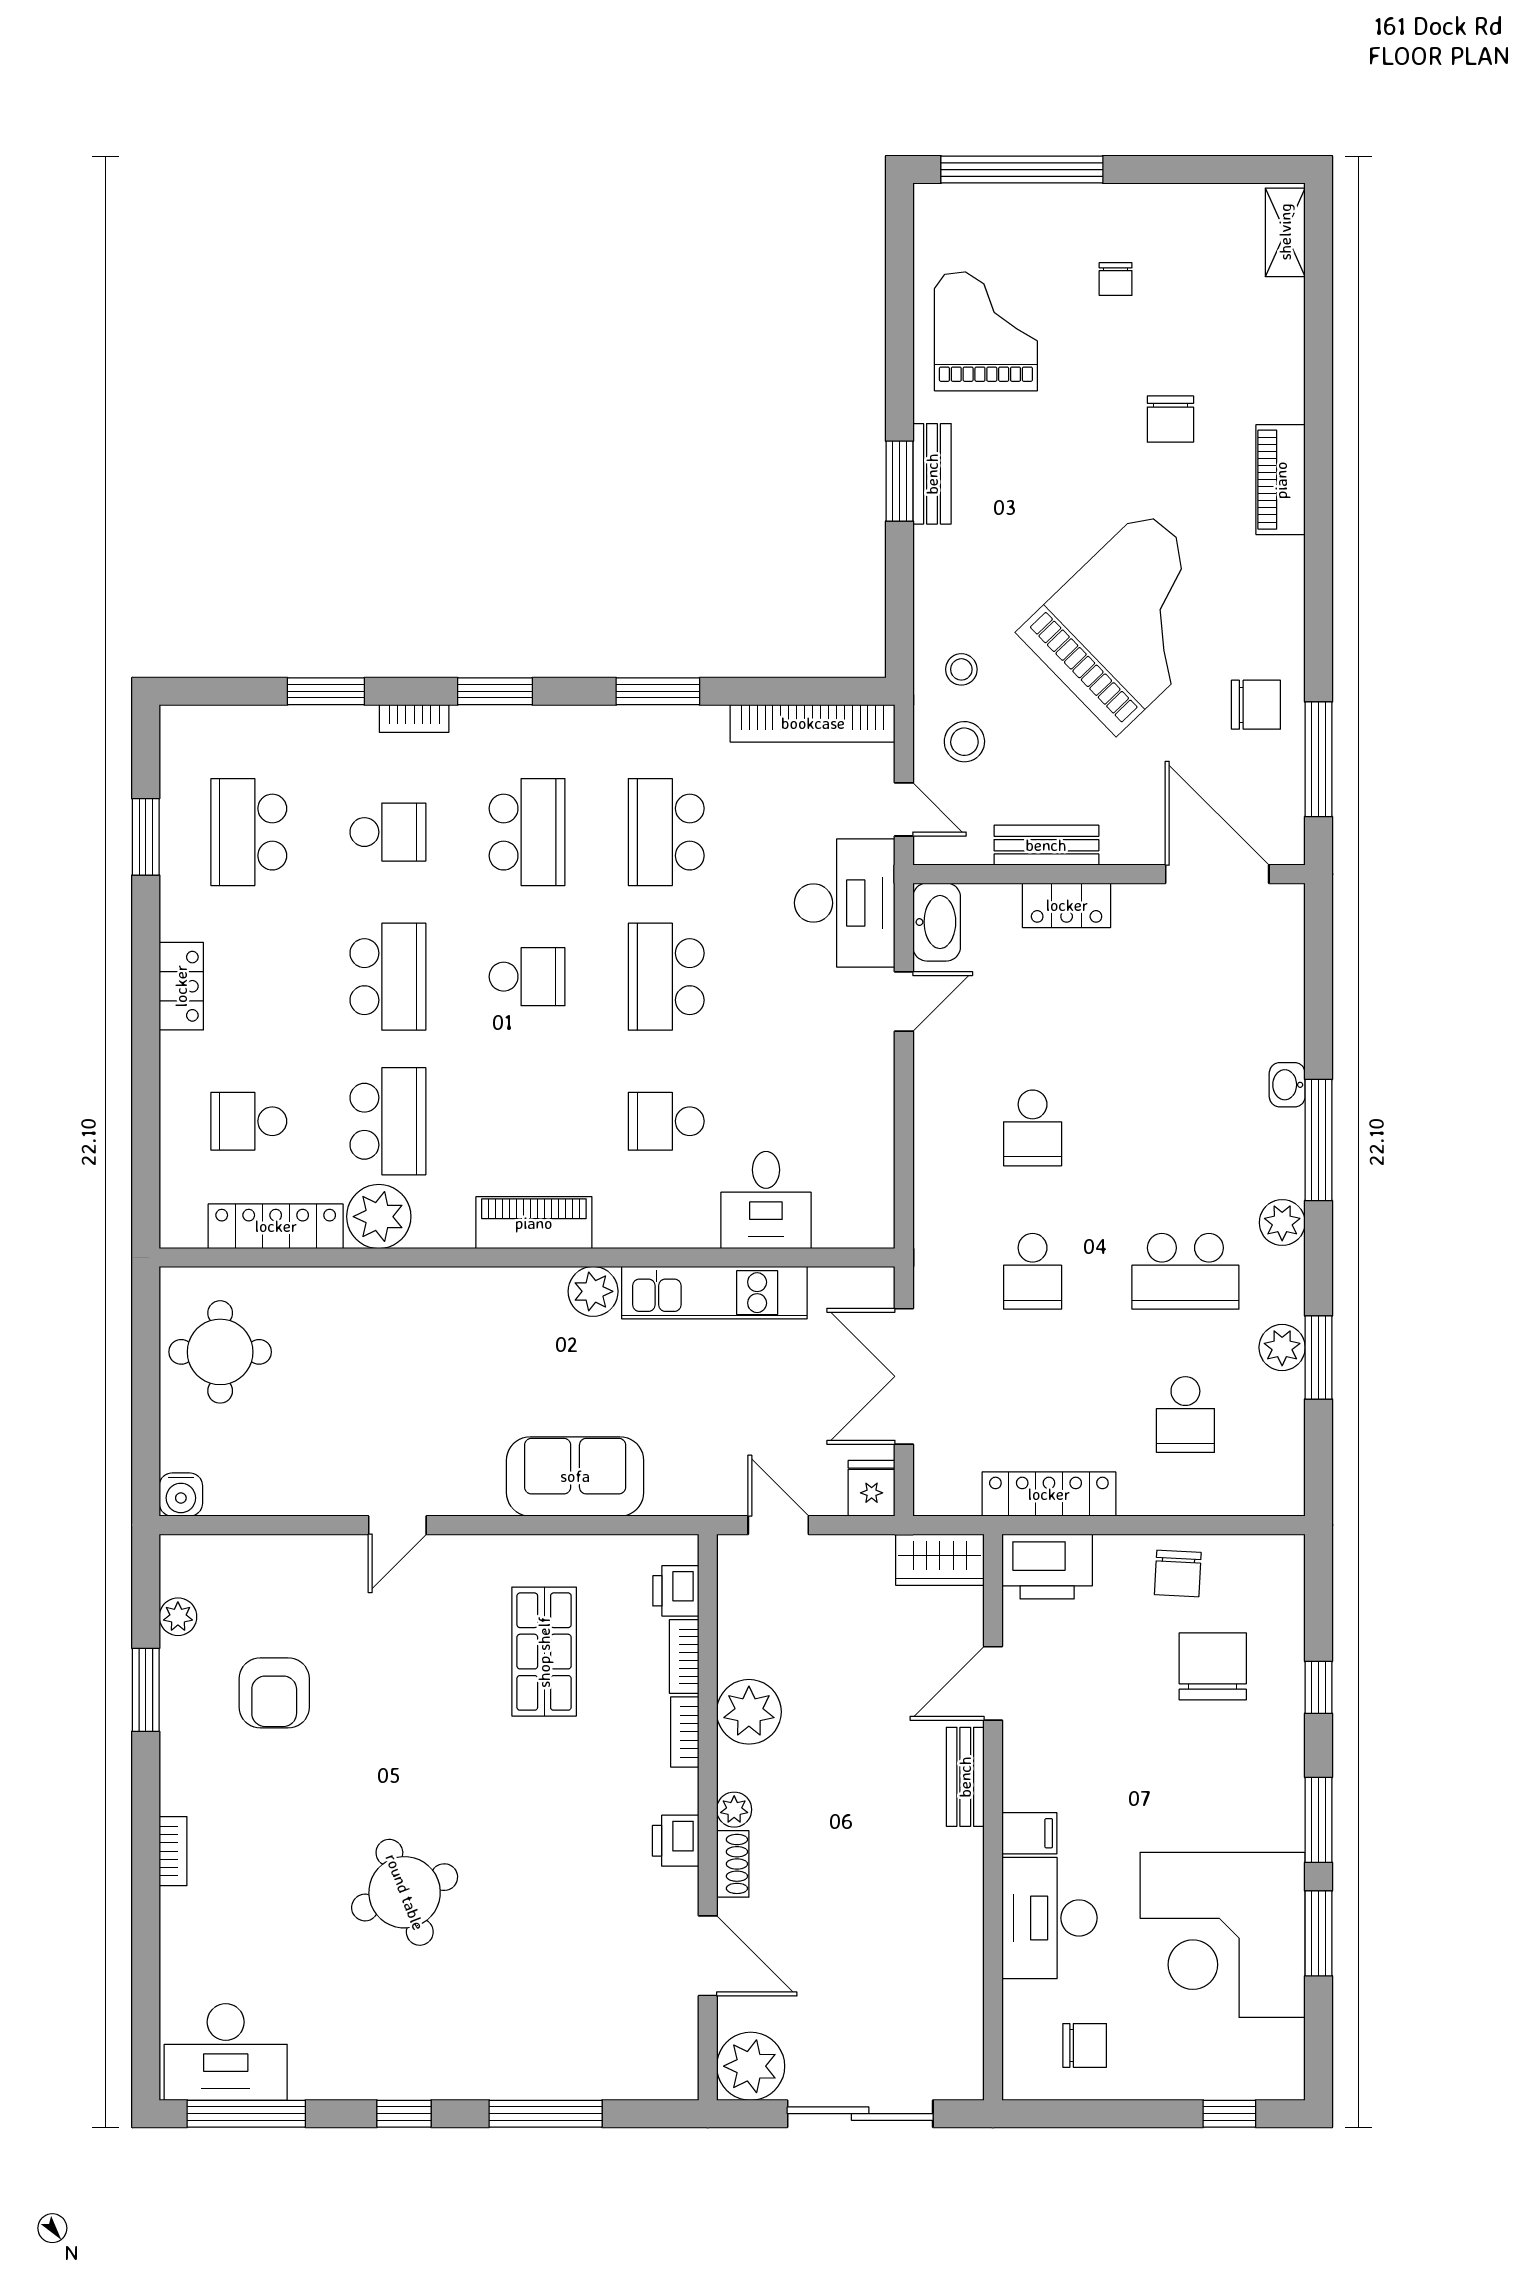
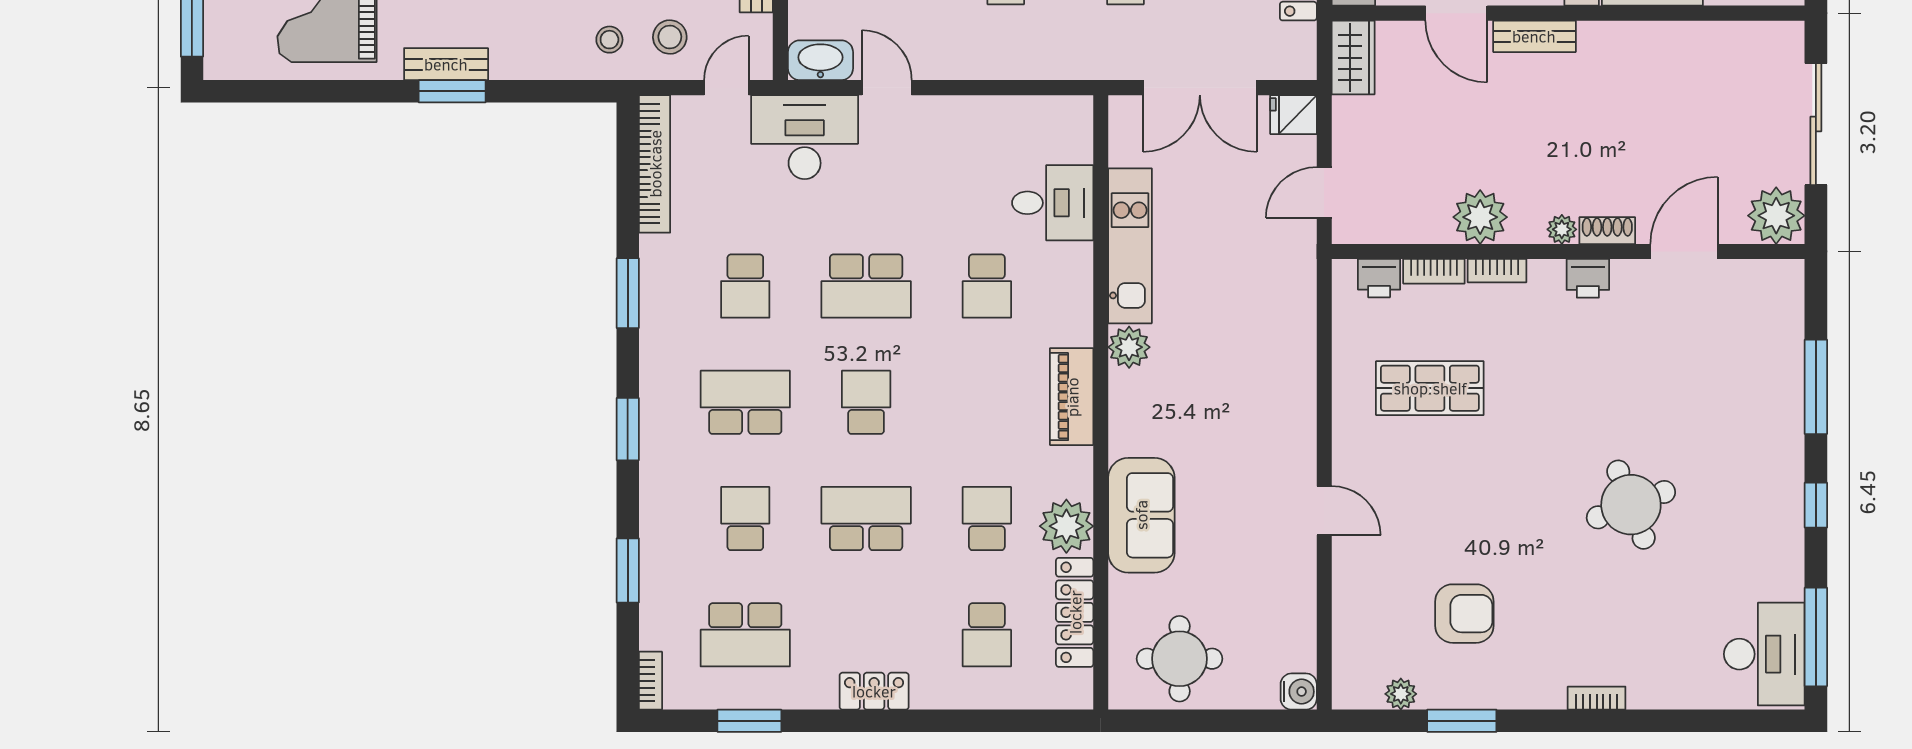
bookcase: (414, 719) -> (650, 681), moved
school desk: (666, 832) -> (745, 286), width x0.54
school desk: (388, 1121) -> (987, 519), width x0.54
sofa: (575, 1476) -> (1141, 515), moved, turned 180

